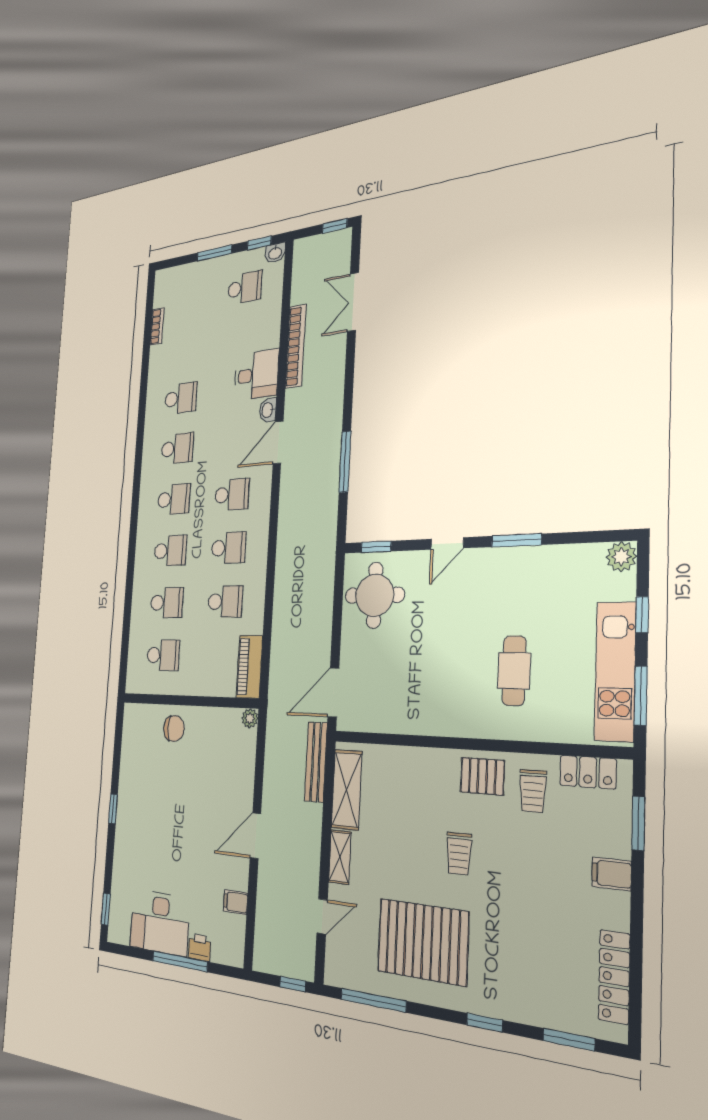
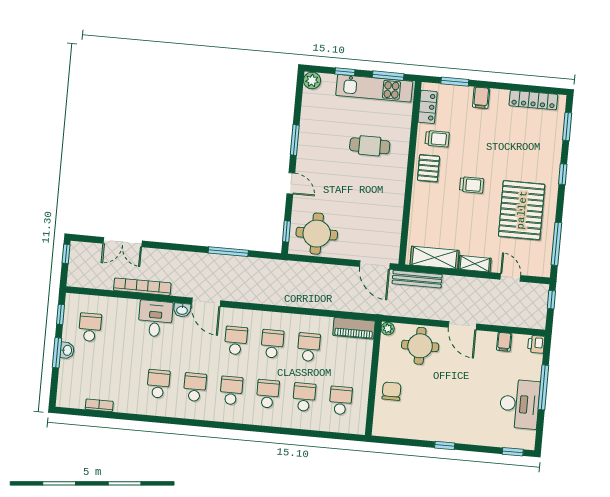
washbasin: (275, 253) -> (67, 350), moved
round table: (229, 769) -> (420, 346), added
printer: (199, 947) -> (536, 344), moved

